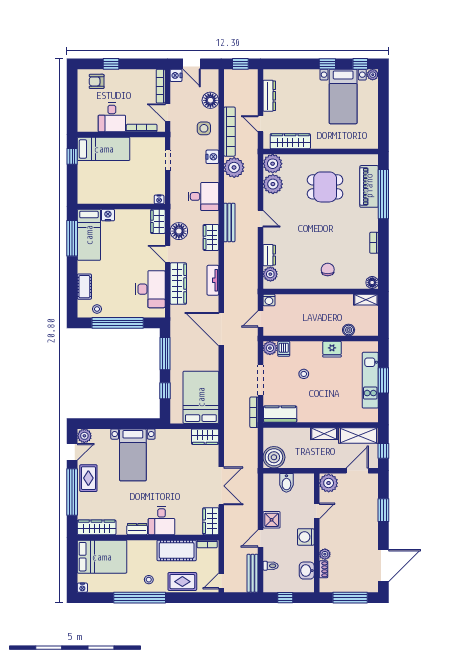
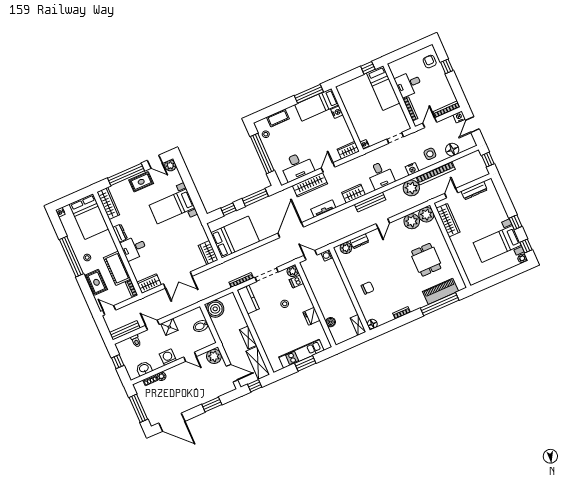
floor lamp: (179, 231) -> (348, 168), removed

